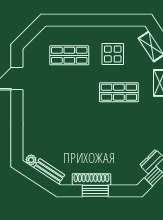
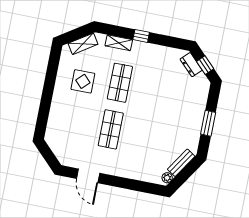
shop shelf: (69, 55) -> (111, 129), moved
shoe rack: (91, 179) -> (197, 125), removed

